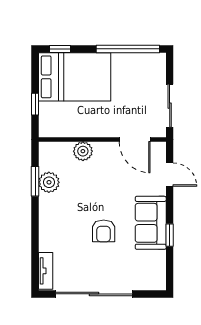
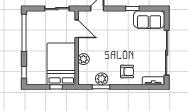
bed: (75, 77) -> (61, 64), moved
door: (135, 139) -> (77, 29), hinge flipped
sofa: (151, 223) -> (149, 20), moved
armchair: (104, 231) -> (127, 72), moved

